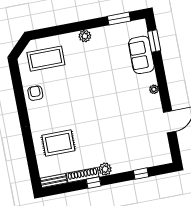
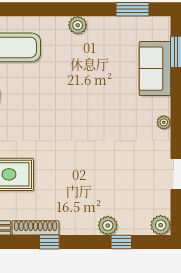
plant: (165, 157) -> (161, 225), added
plant: (105, 169) -> (108, 225), moved

